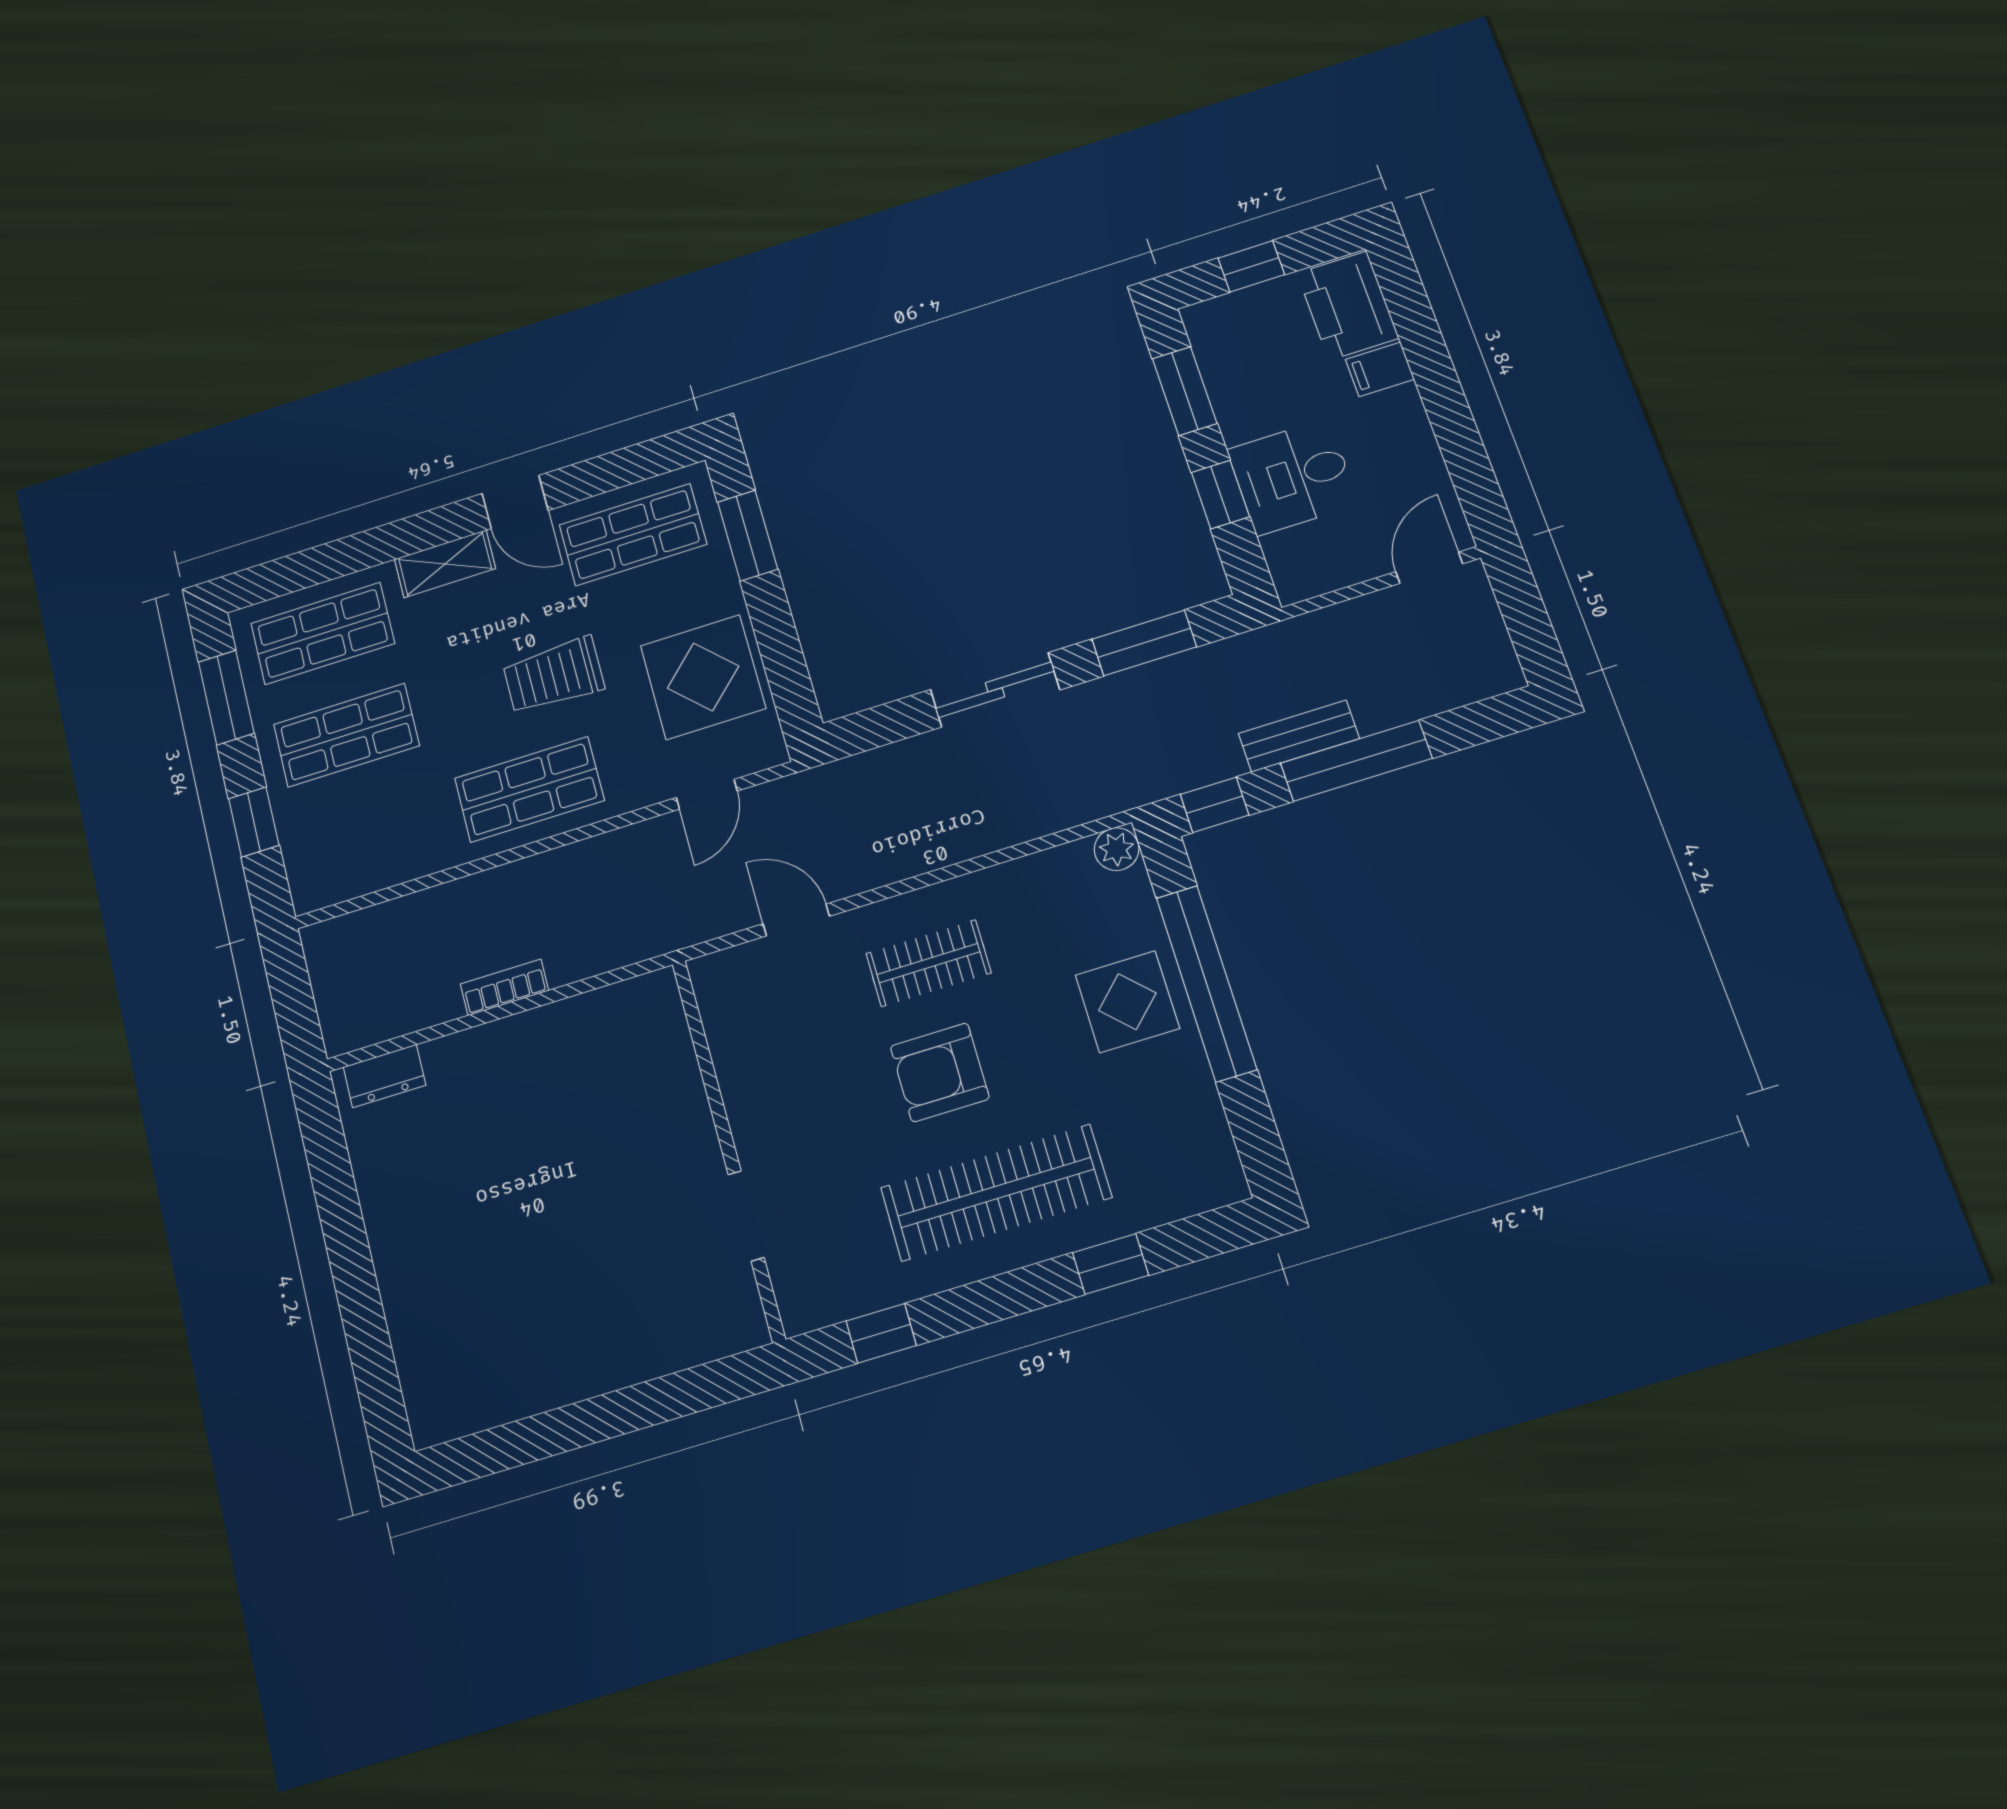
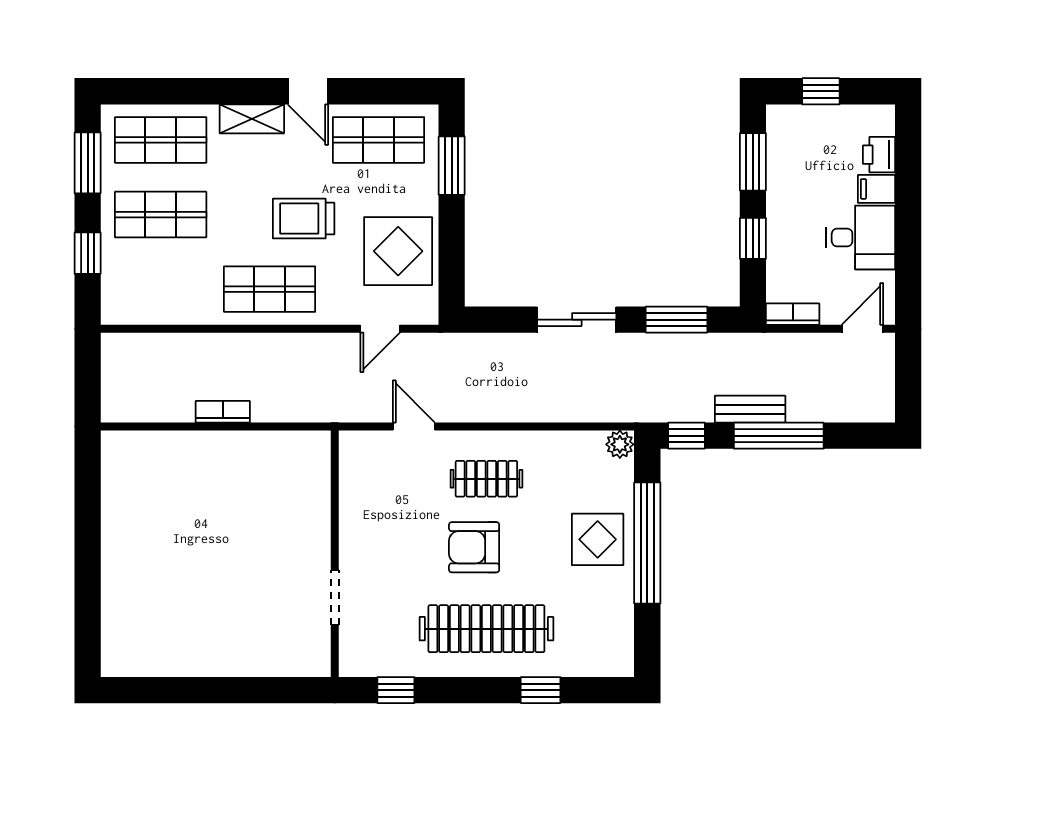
printer: (1348, 306) -> (879, 155), width x0.53, depth x0.68
desk: (1293, 477) -> (861, 237), moved, turned 180
bookcase: (1316, 580) -> (793, 314), added
dresser: (384, 1076) -> (134, 444), removed

